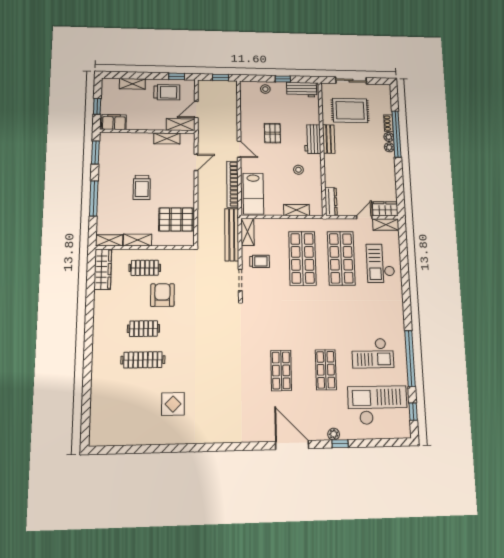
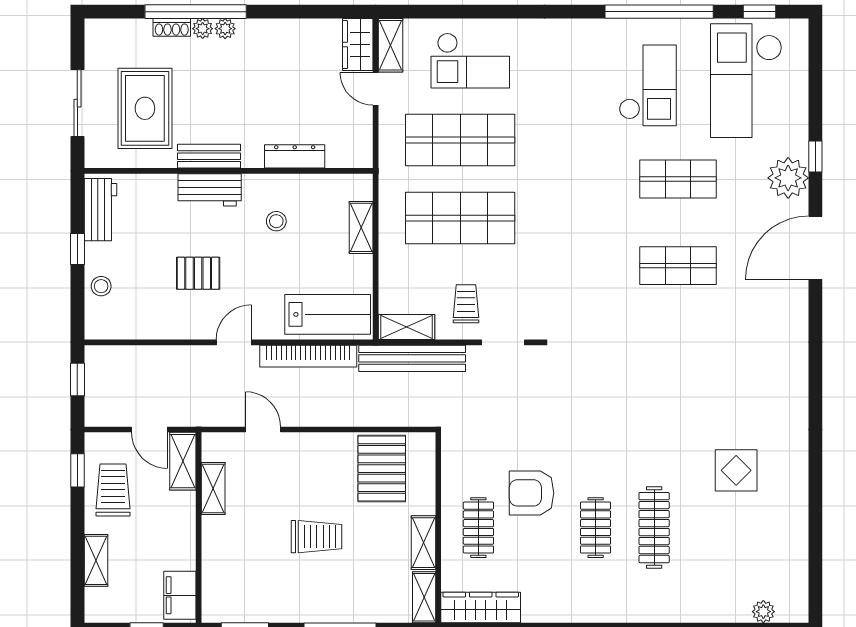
dresser: (331, 202) -> (295, 156), moved
plant: (96, 421) -> (763, 612), added
plant: (334, 434) -> (788, 178), width x1.88, depth x1.88

